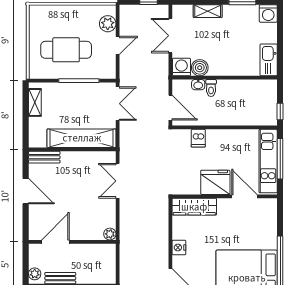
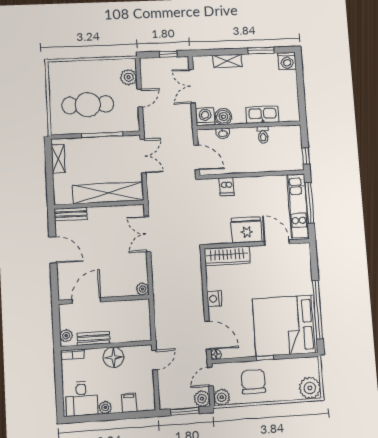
kitchen sink: (269, 60) -> (262, 115), moved, turned 90
toilet: (211, 88) -> (263, 135), moved

